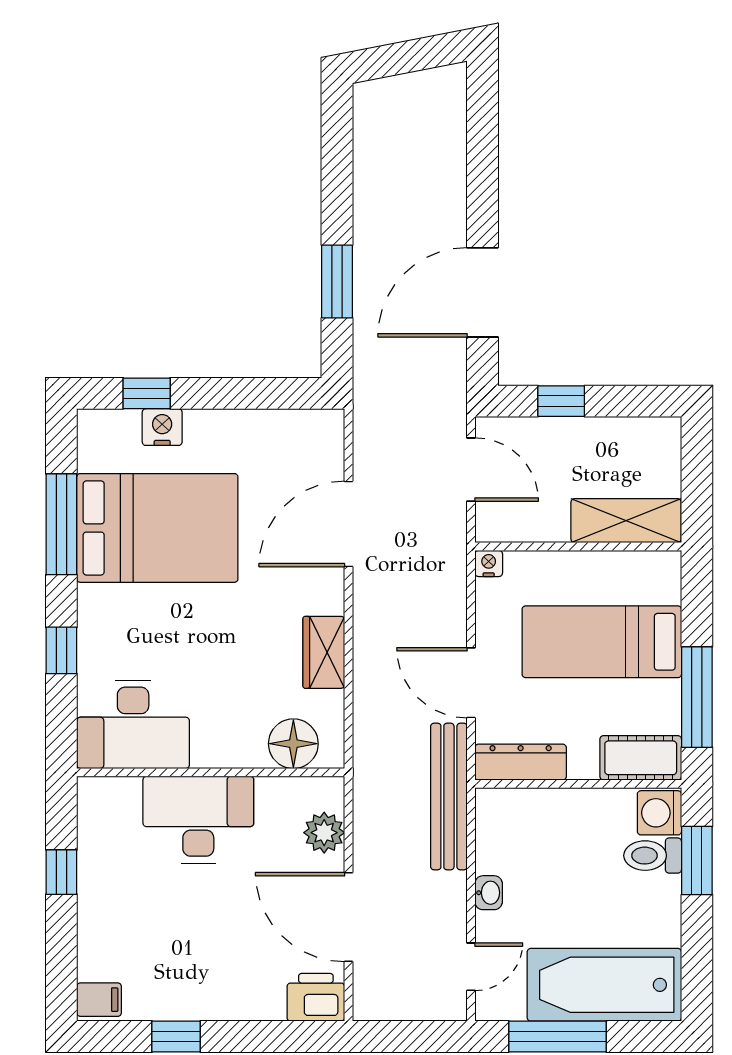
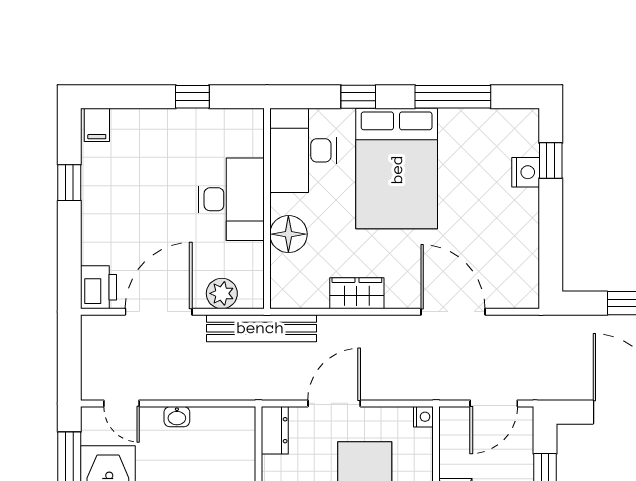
bed: (157, 528) -> (397, 169), moved
floor lamp: (293, 744) -> (288, 234), moved
dresser: (521, 762) -> (275, 430), width x0.70
bench: (449, 796) -> (261, 328), moved

